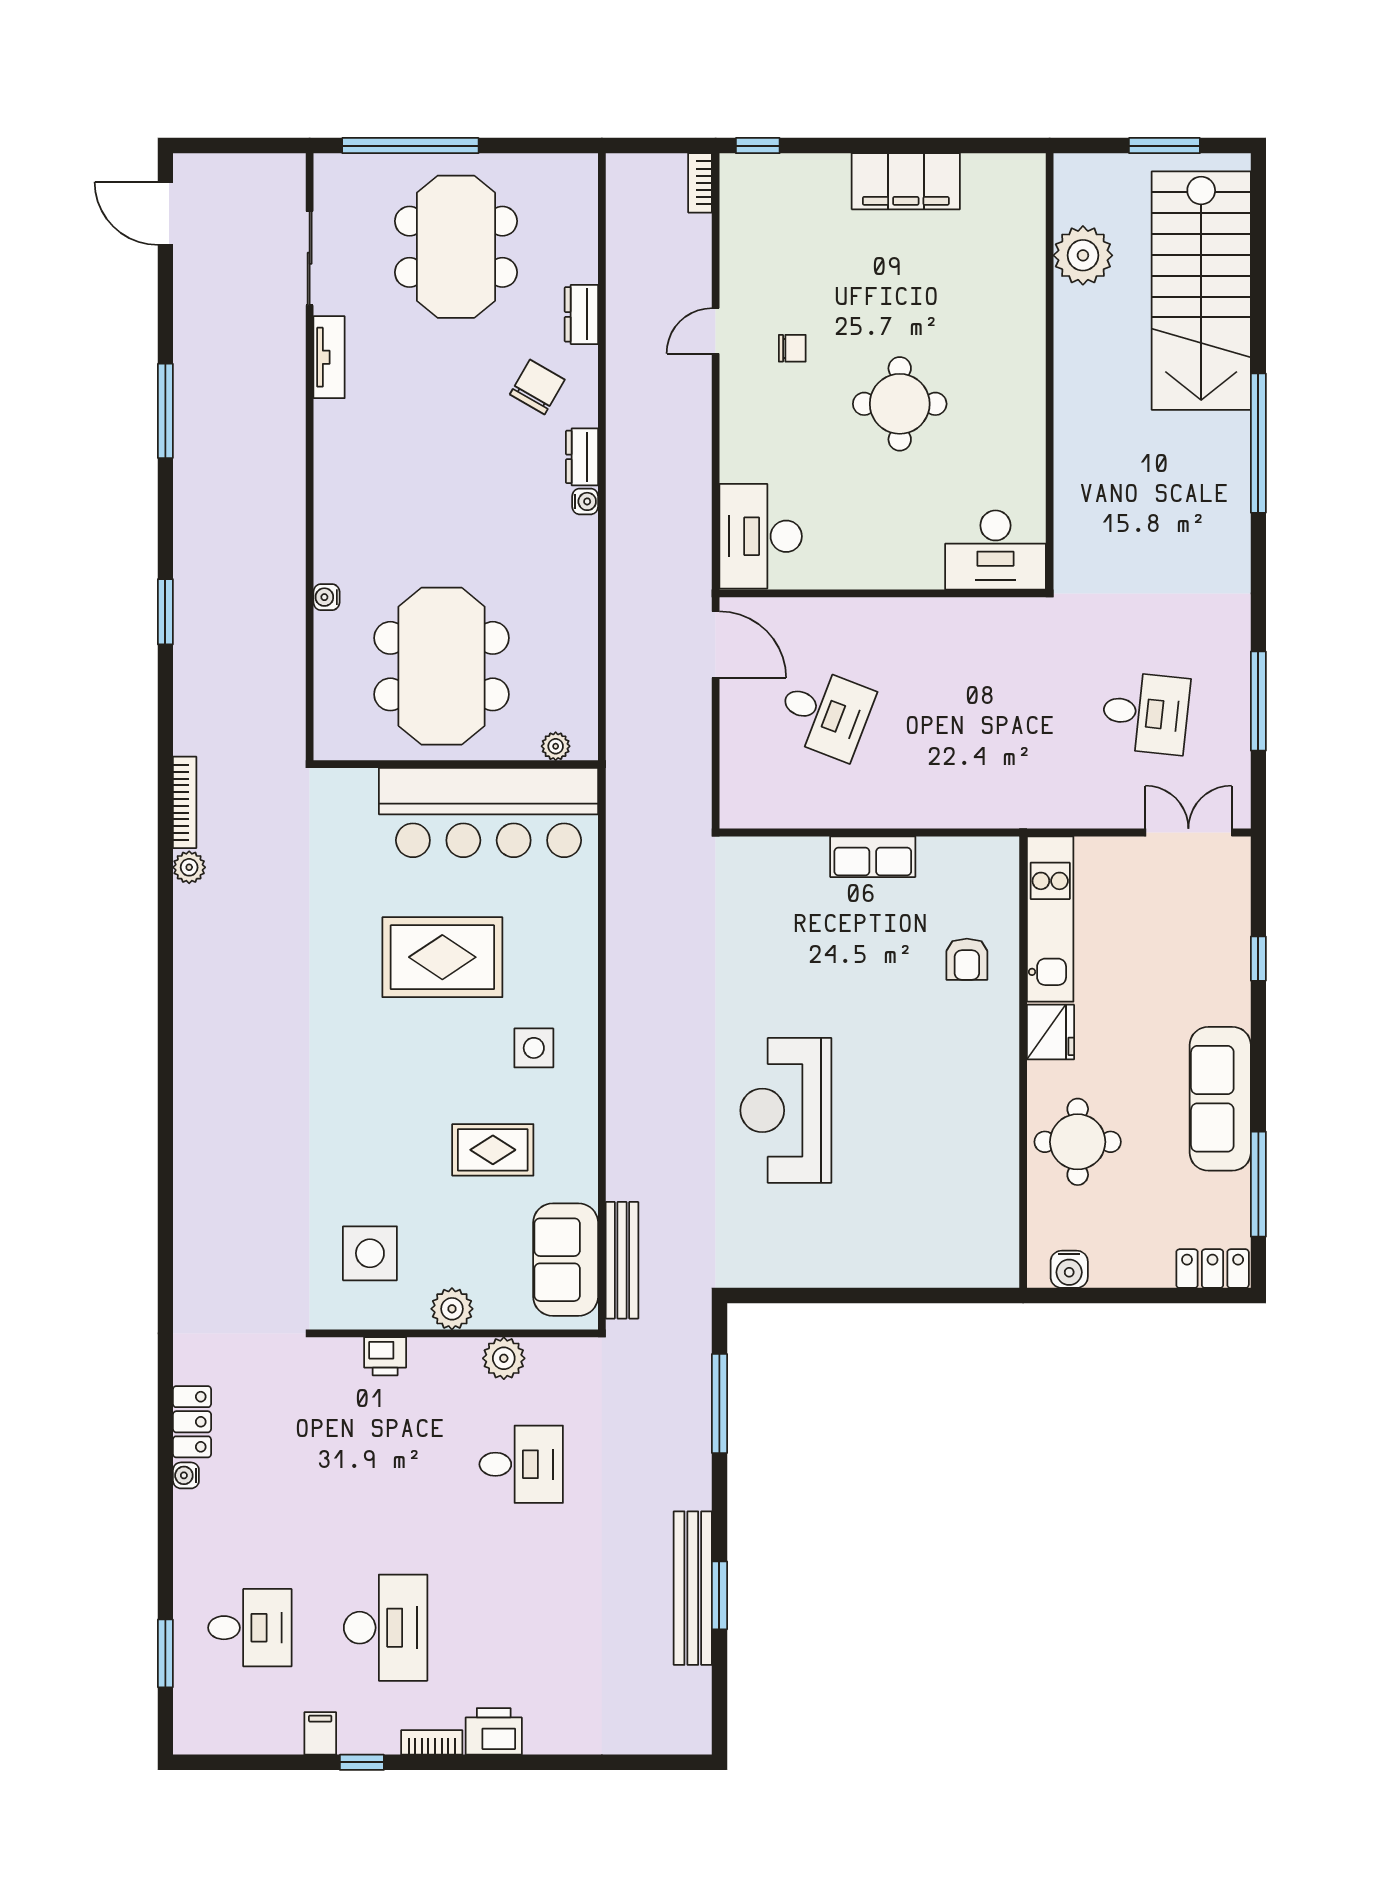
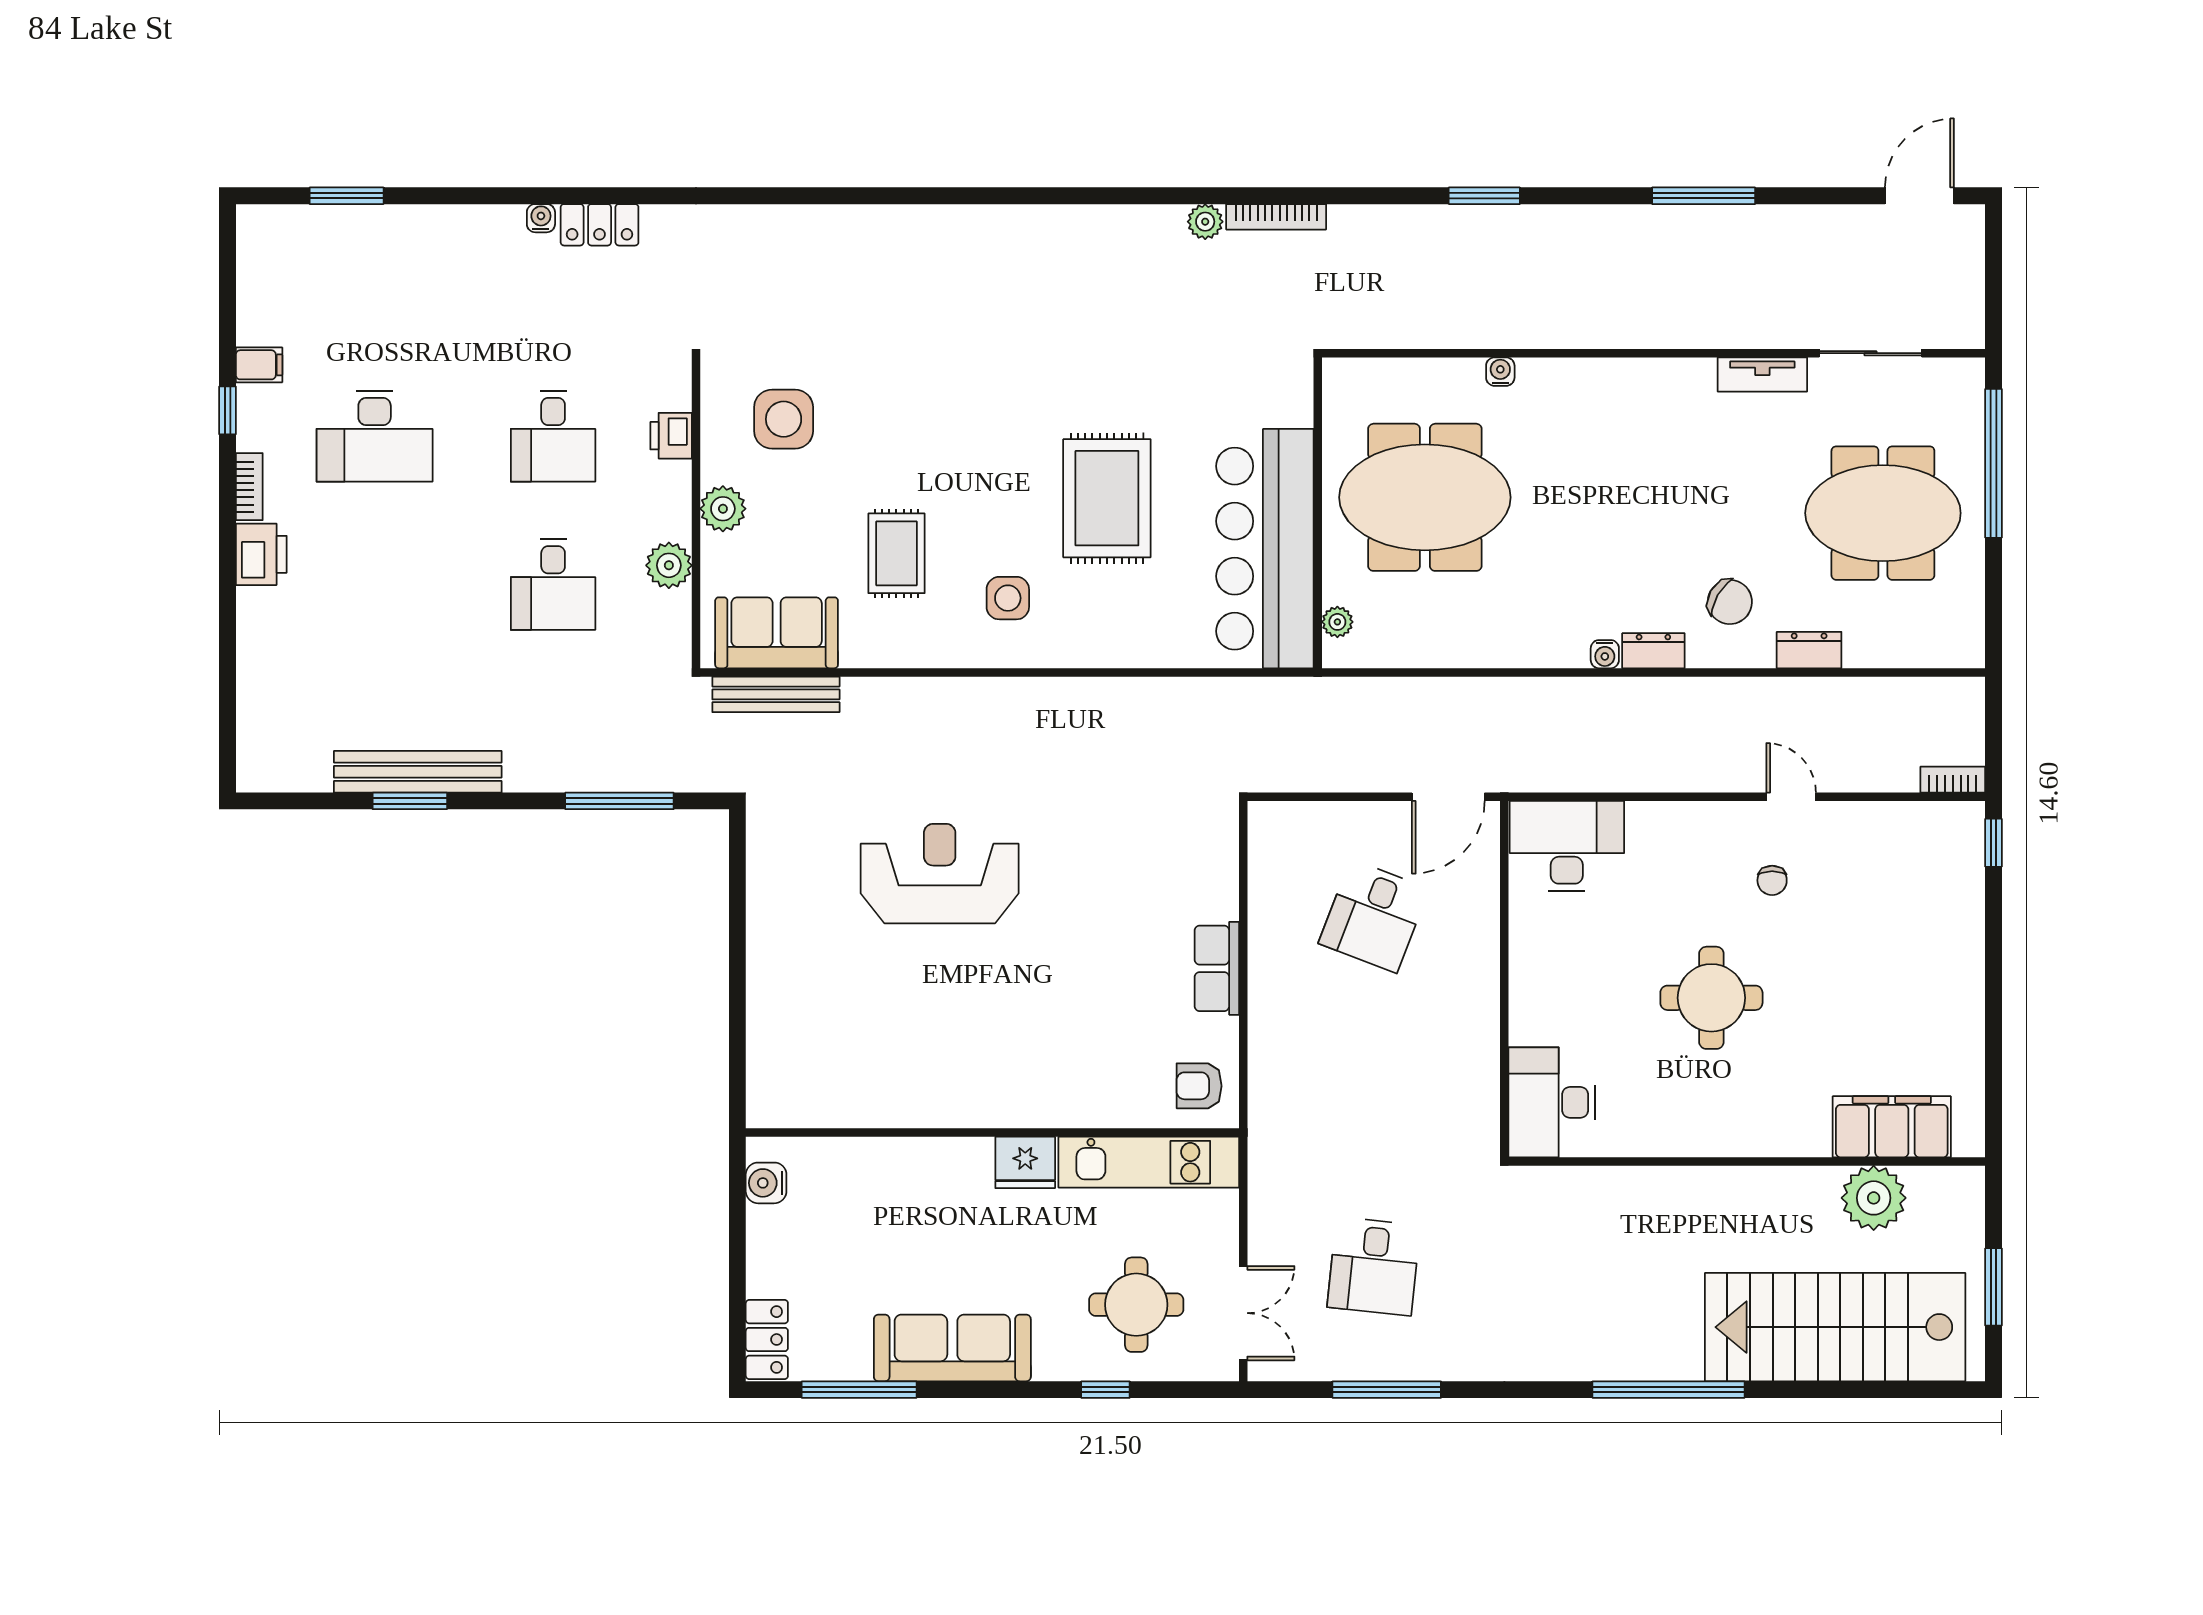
filing cabinet: (906, 181) -> (1892, 1127), moved, turned 90
armchair: (967, 959) -> (1199, 1086), moved
round table: (1078, 1142) -> (1136, 1305), moved
desk: (250, 1628) -> (553, 436), moved

